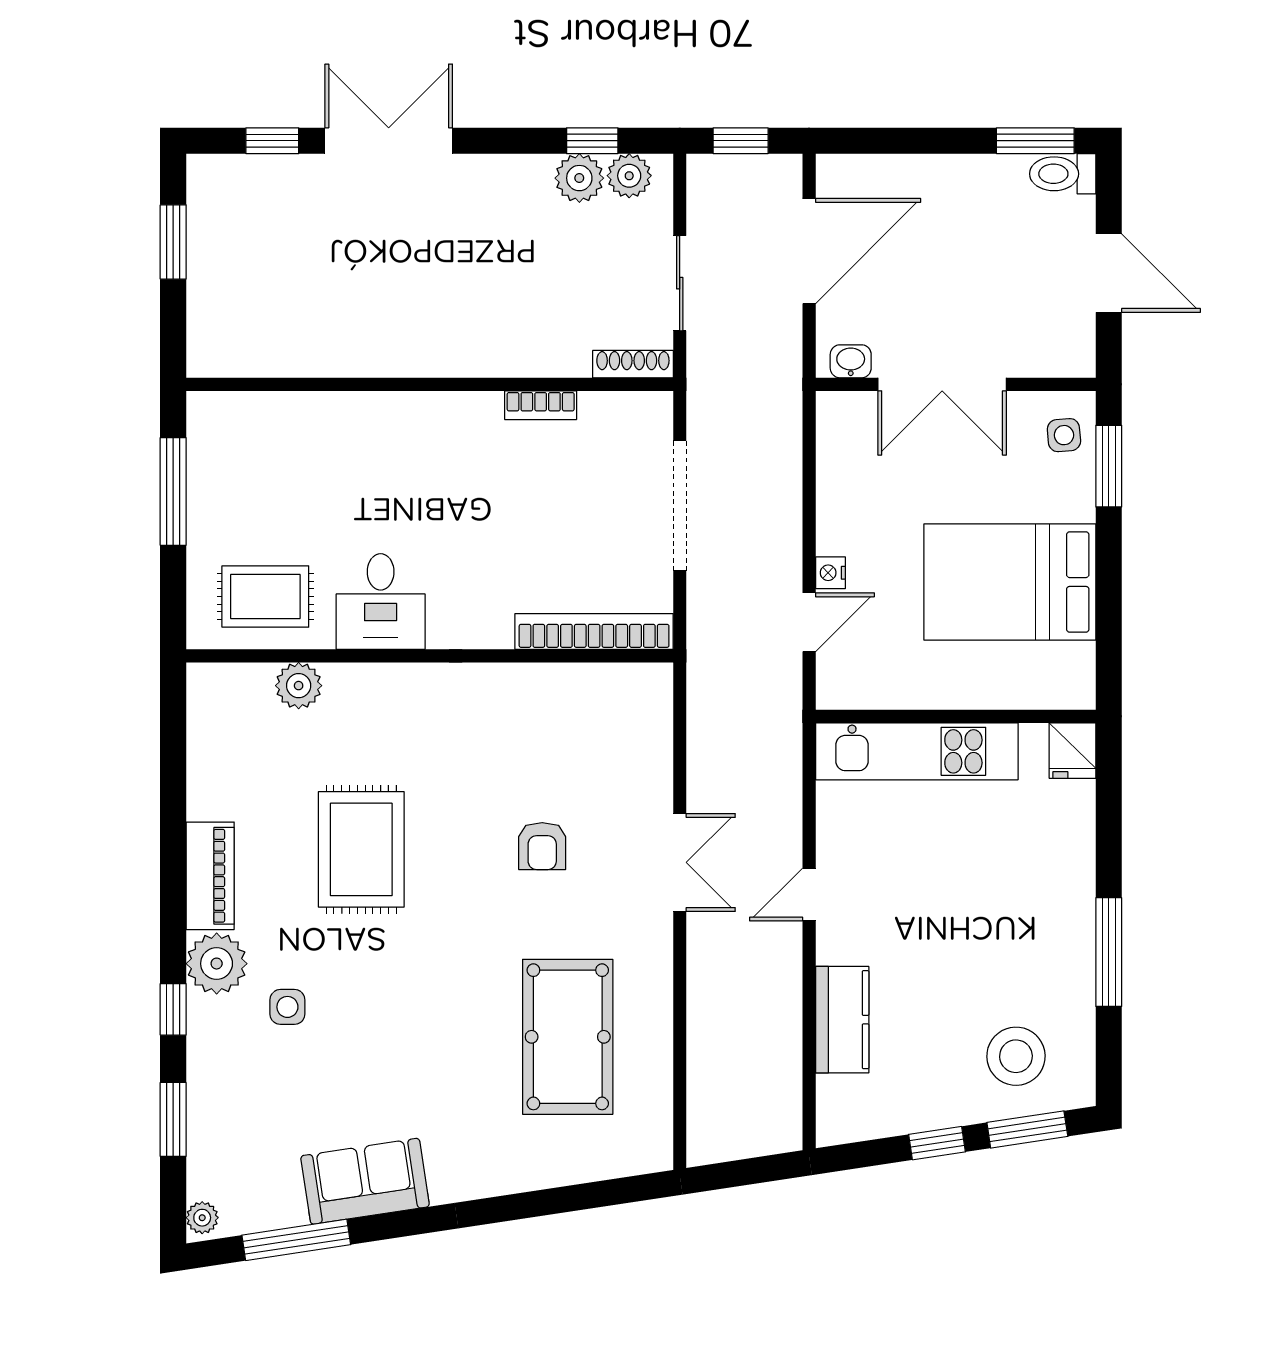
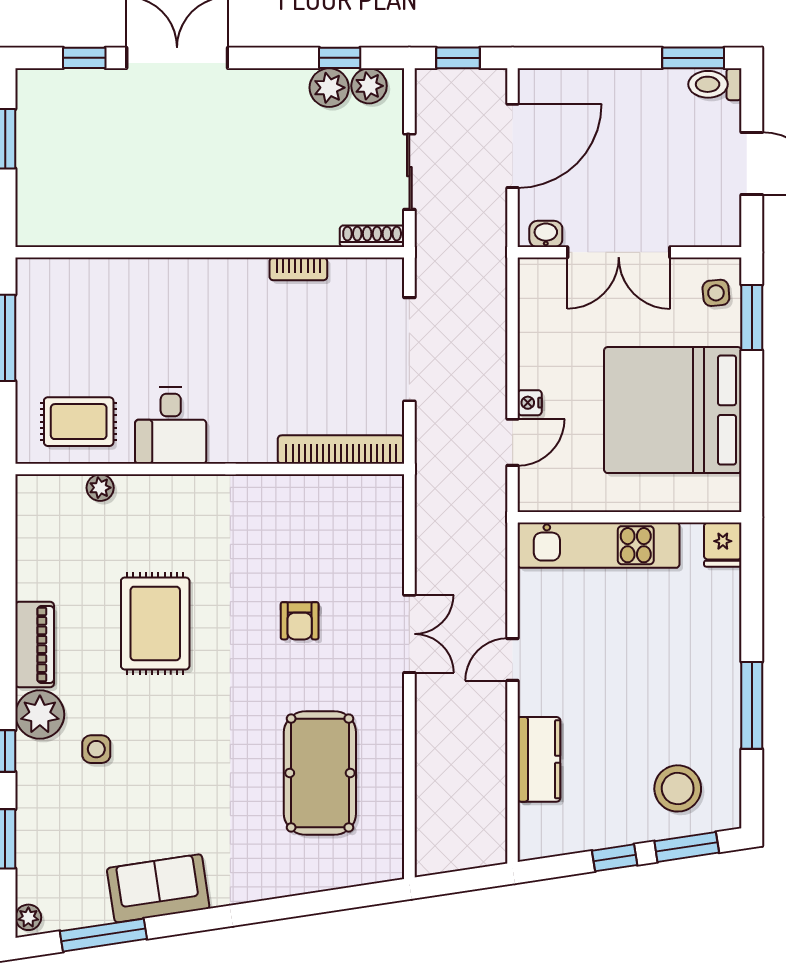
bed: (1010, 582) -> (673, 410), width x1.36
plant: (299, 686) -> (100, 488), width x0.73, depth x0.73

